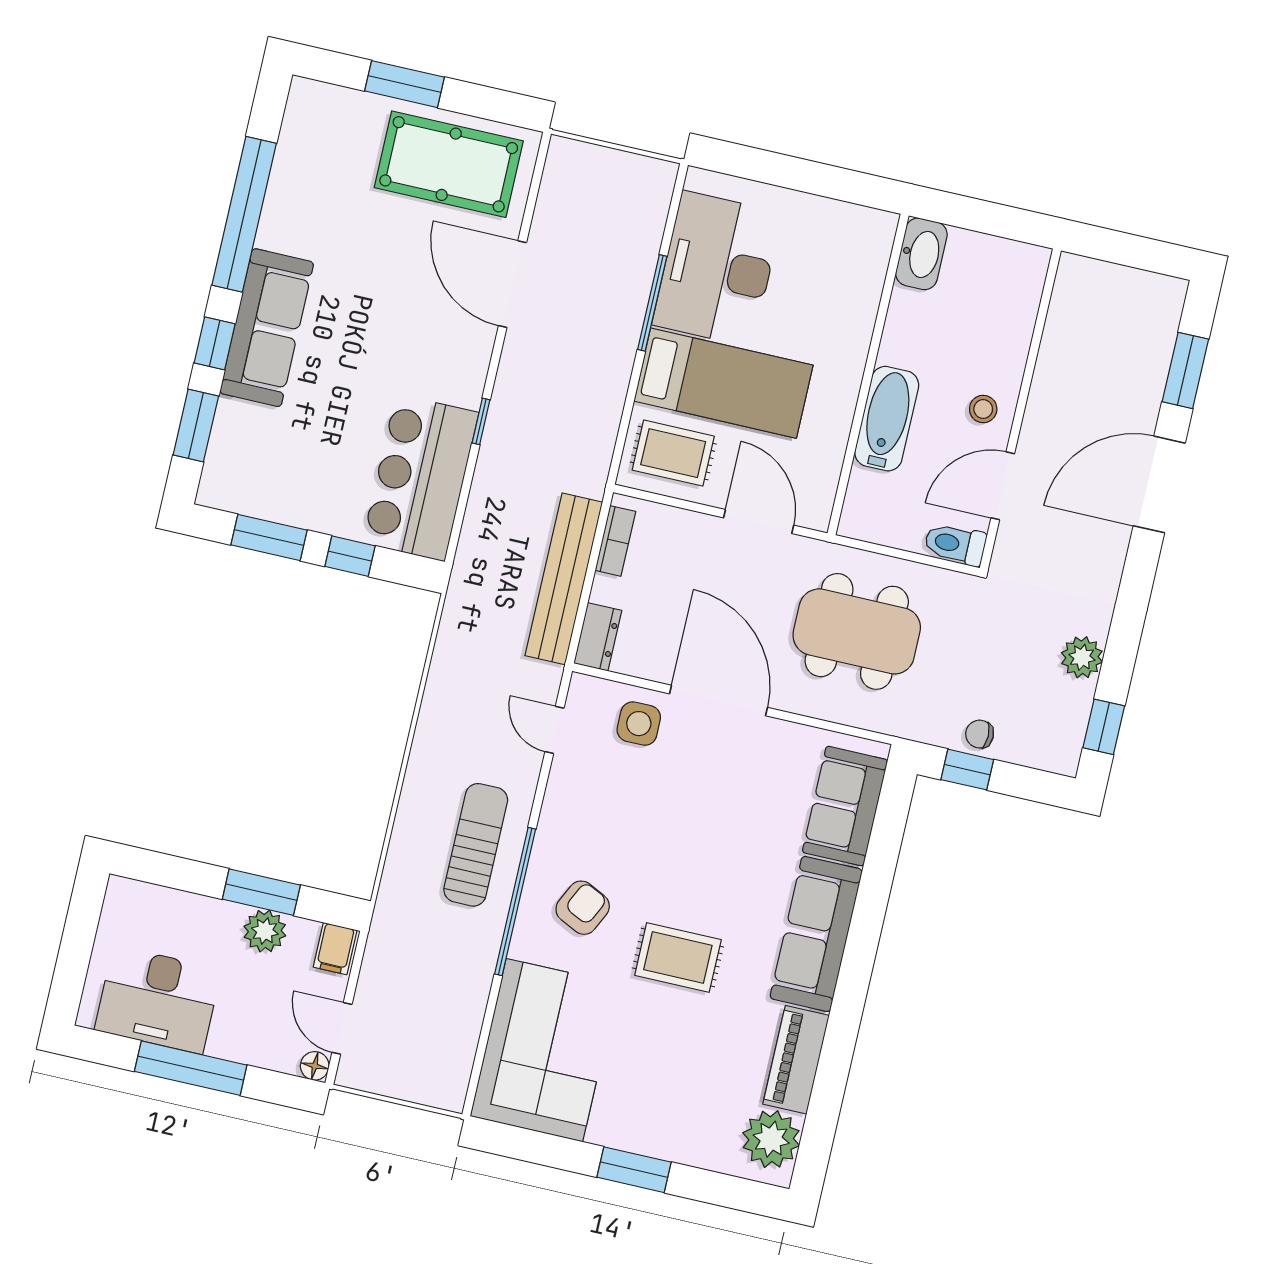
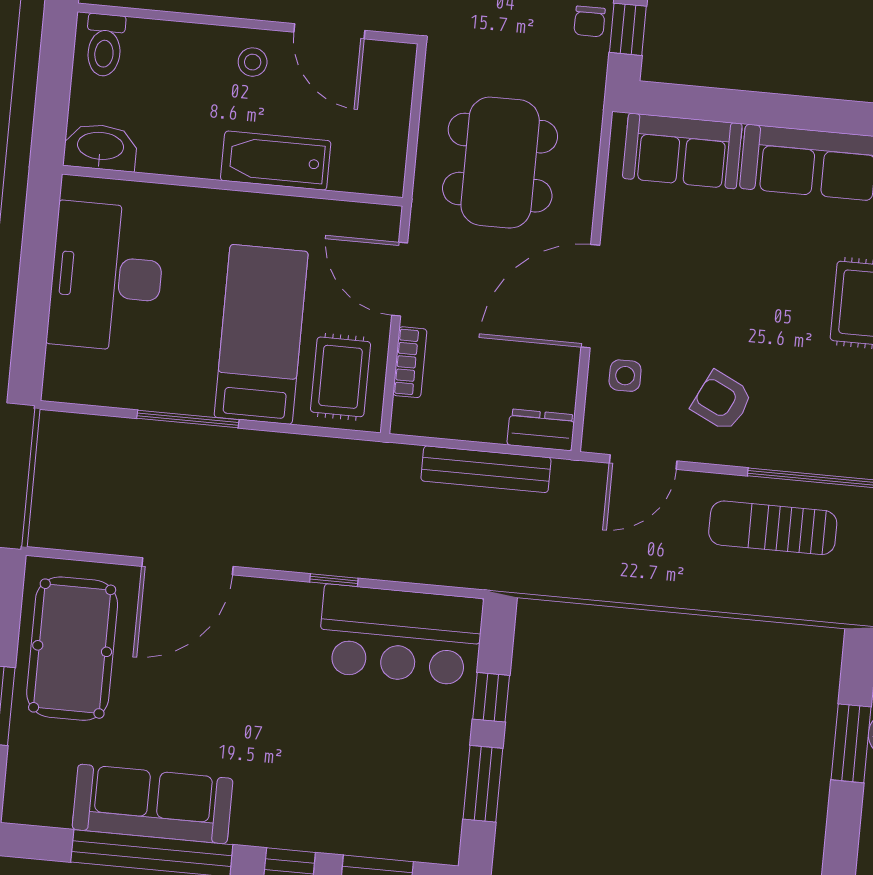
desk: (717, 269) -> (106, 277), moved, turned 90
sofa: (267, 328) -> (153, 804), moved
door: (759, 522) -> (400, 279), hinge flipped
bookcase: (615, 541) -> (410, 362), moved, turned 90
toilet: (955, 544) -> (105, 45), moved
bench: (564, 579) -> (486, 469), width x0.73, depth x0.82
side table: (639, 724) -> (625, 376), width x0.73, depth x0.73
door: (554, 730) -> (643, 462), width x1.38
armchair: (583, 908) -> (722, 401), moved

